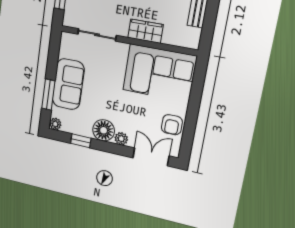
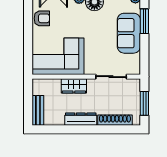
armchair: (172, 125) -> (42, 18), turned 90

